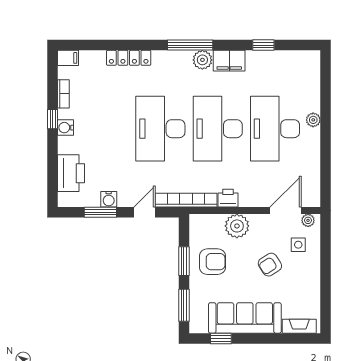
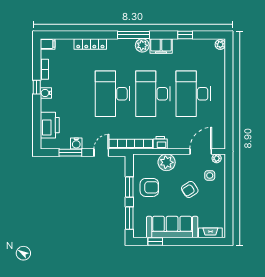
plant: (313, 120) -> (220, 44), moved

